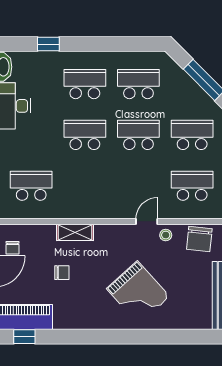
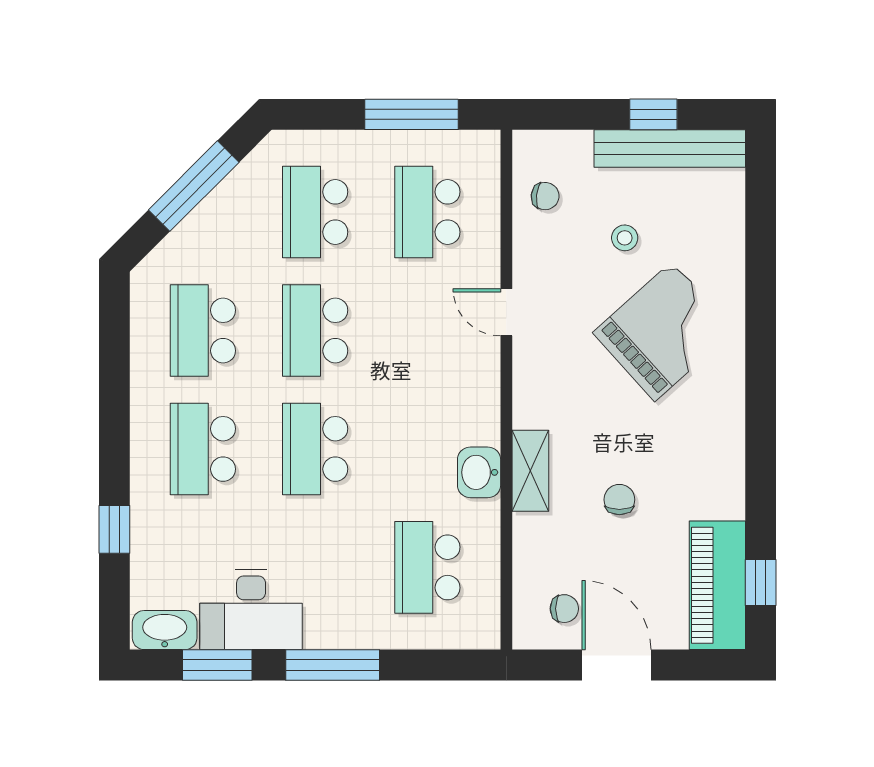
washbasin: (74, 209) -> (479, 472), added
stool: (166, 235) -> (625, 238), moved
chair: (199, 239) -> (545, 196), width x0.54, depth x0.54

